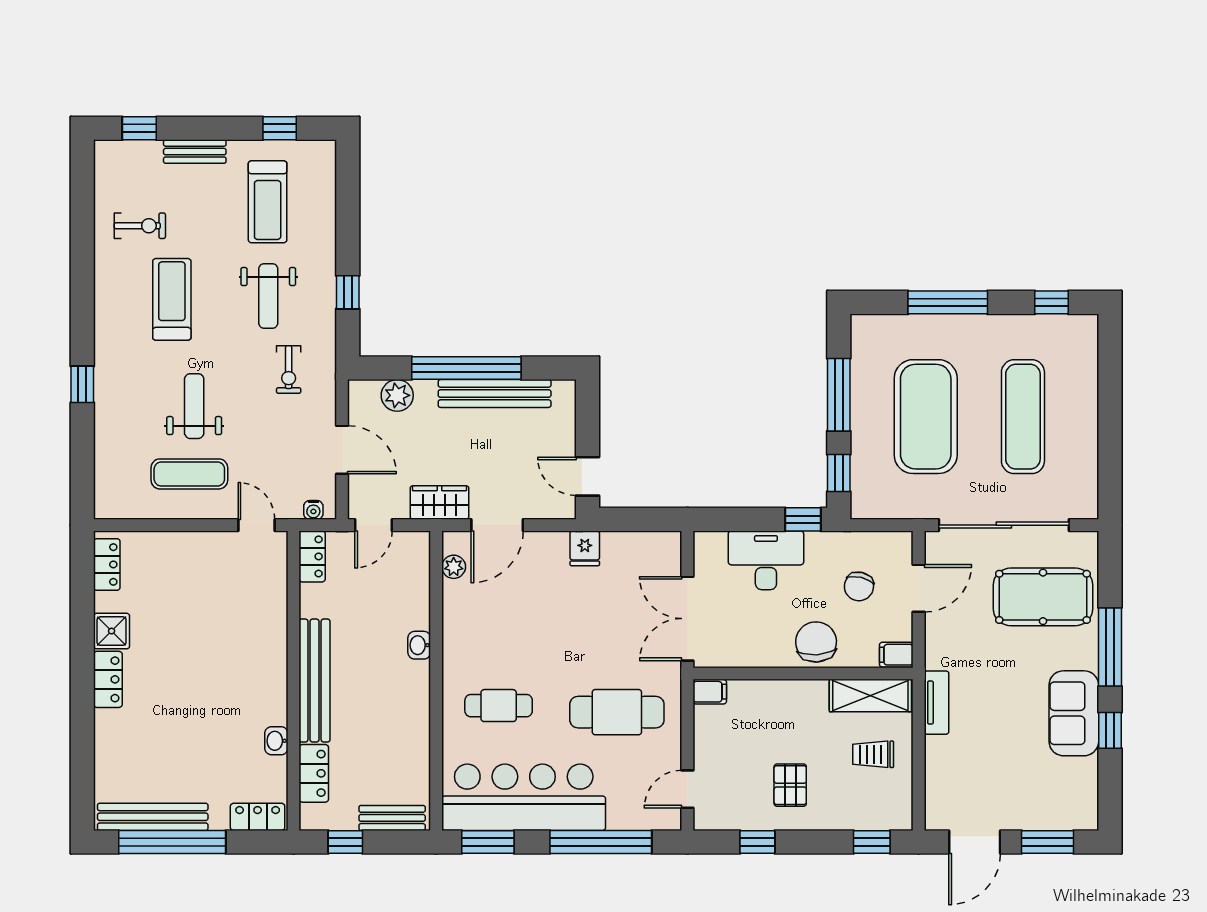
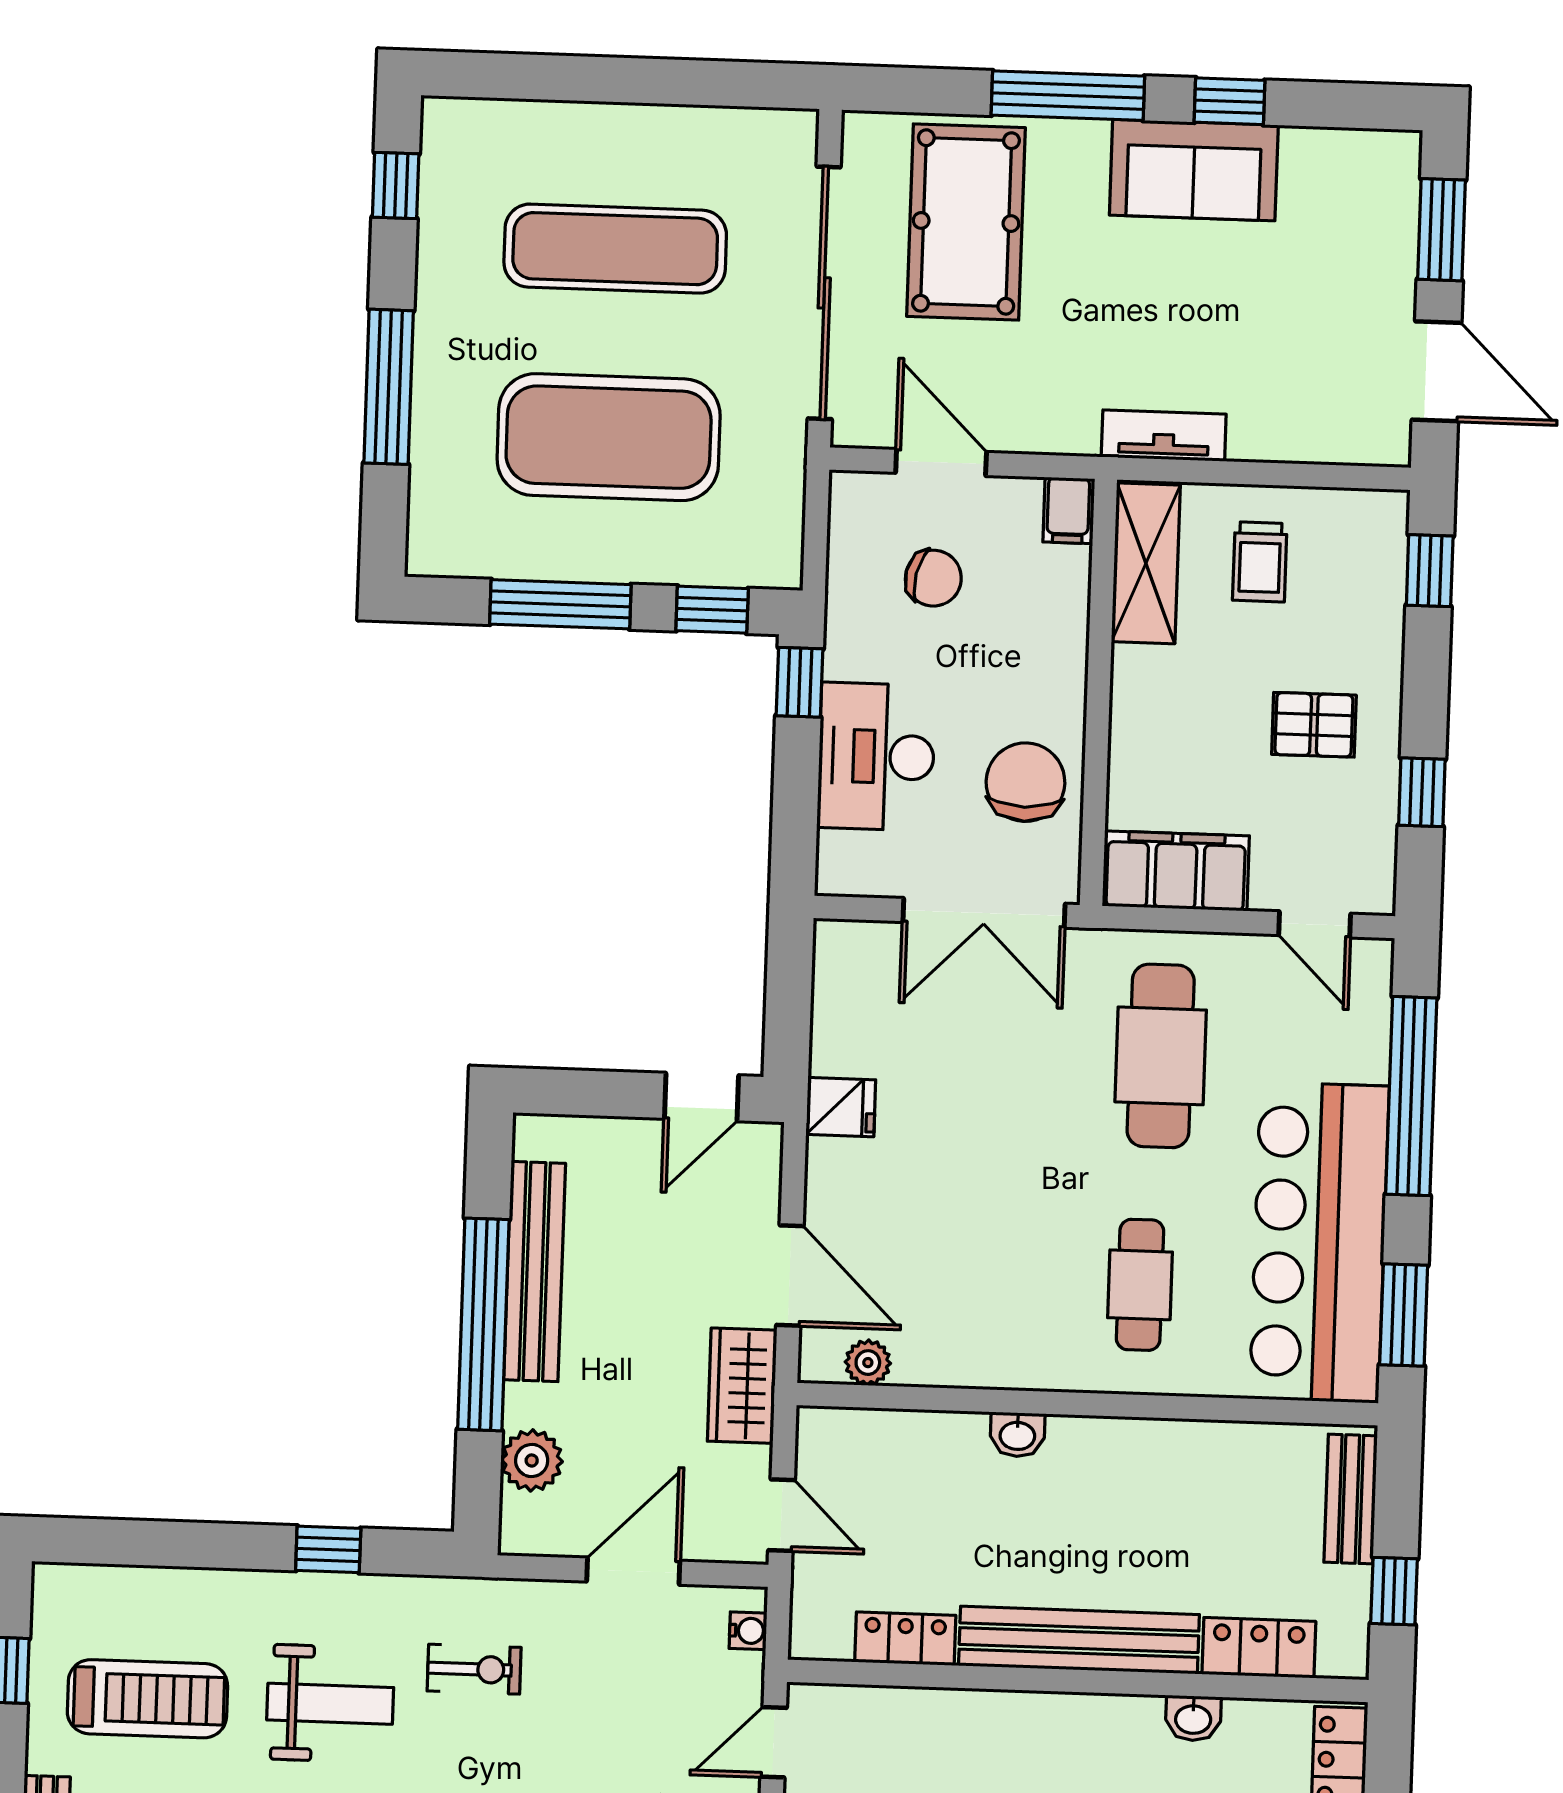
locker: (312, 556) -> (905, 1639), moved
chair: (816, 642) -> (1025, 782), moved, turned 94
filing cabinet: (710, 692) -> (1176, 871), width x3.00, depth x1.17

